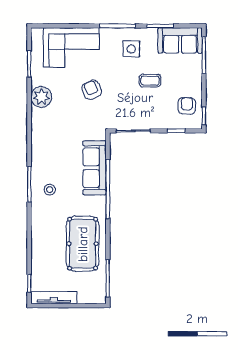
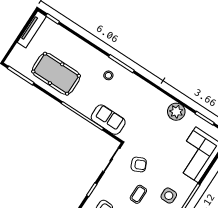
armchair: (92, 90) -> (139, 164), moved
sofa: (95, 168) -> (108, 120), width x0.73

